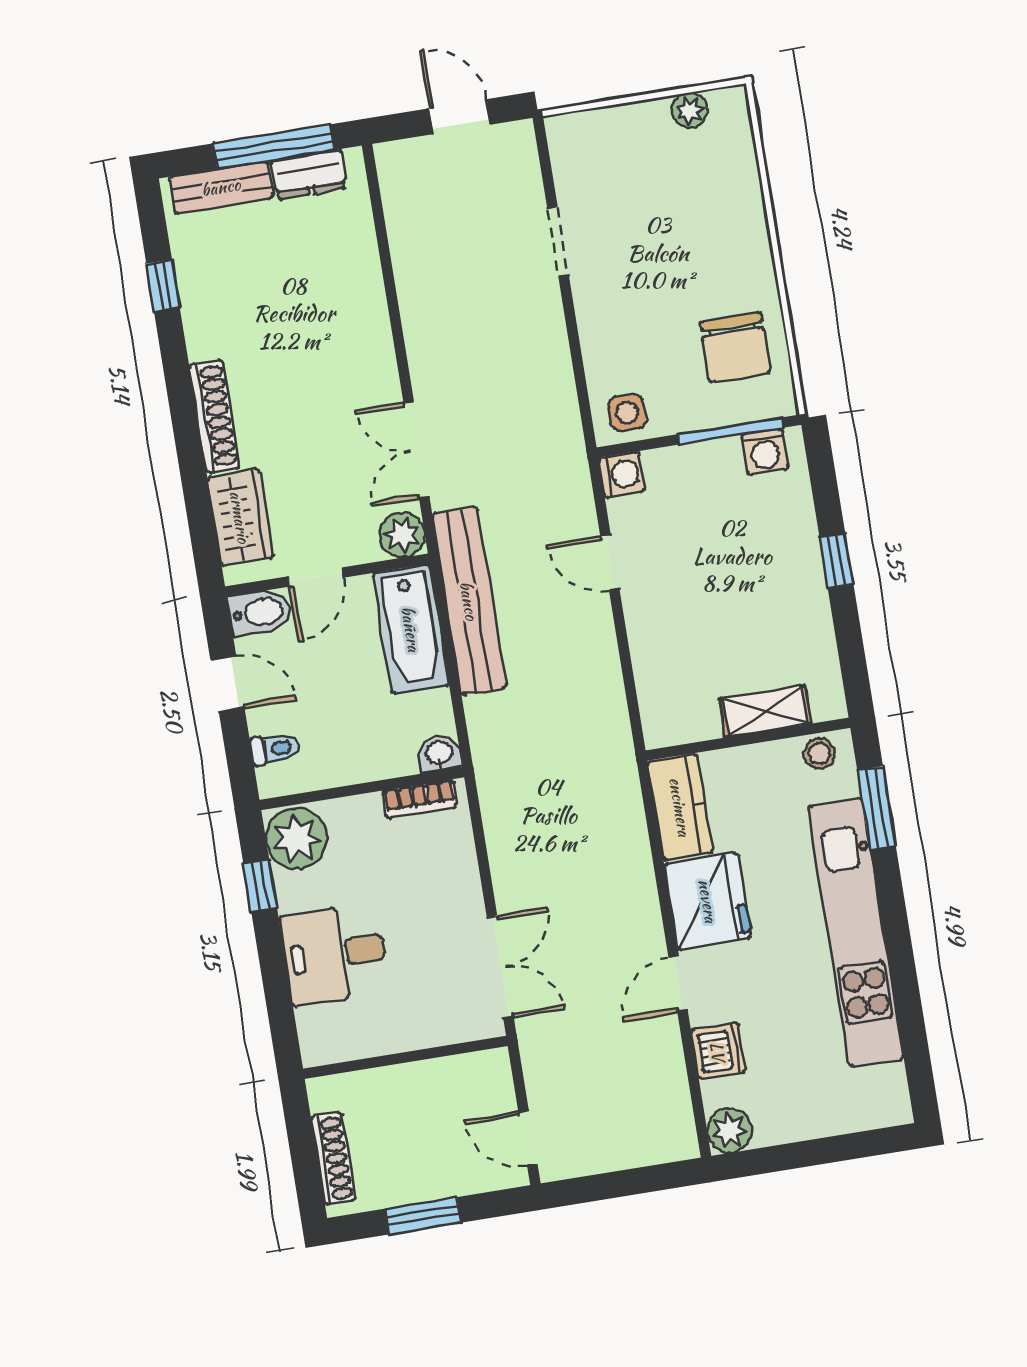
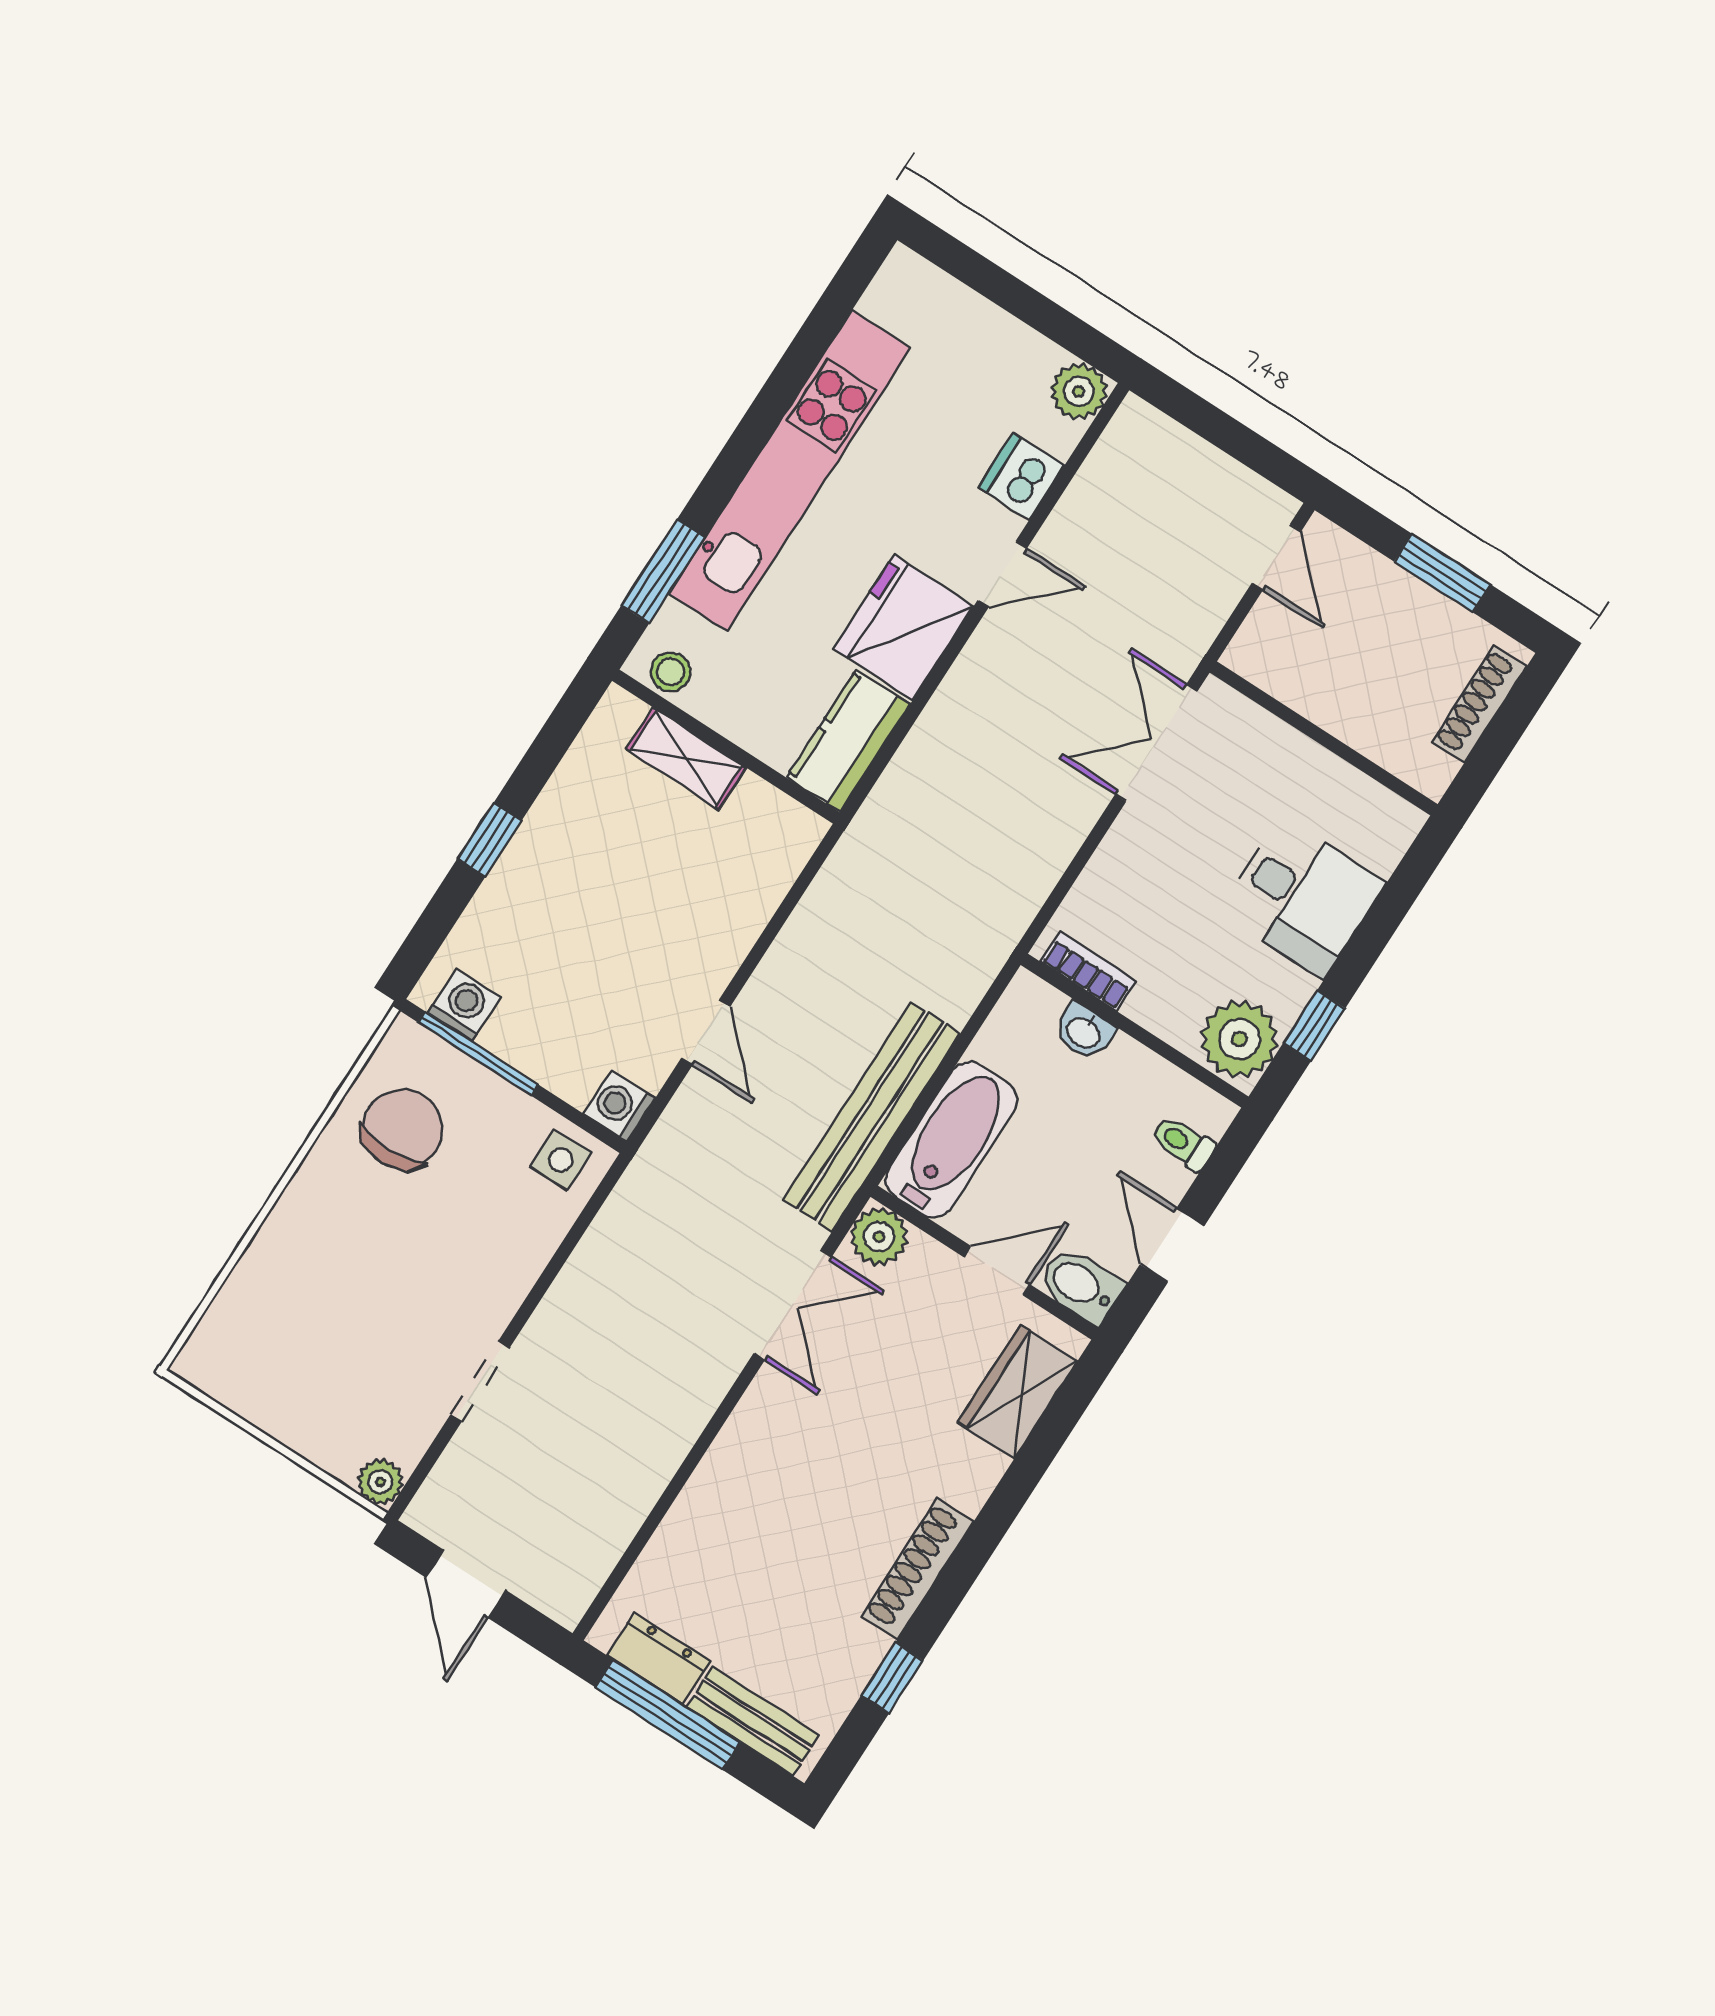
plant: (690, 110) -> (380, 1482), moved
shoe rack: (215, 416) -> (917, 1569), moved
washbasin: (439, 754) -> (1084, 1032), moved

